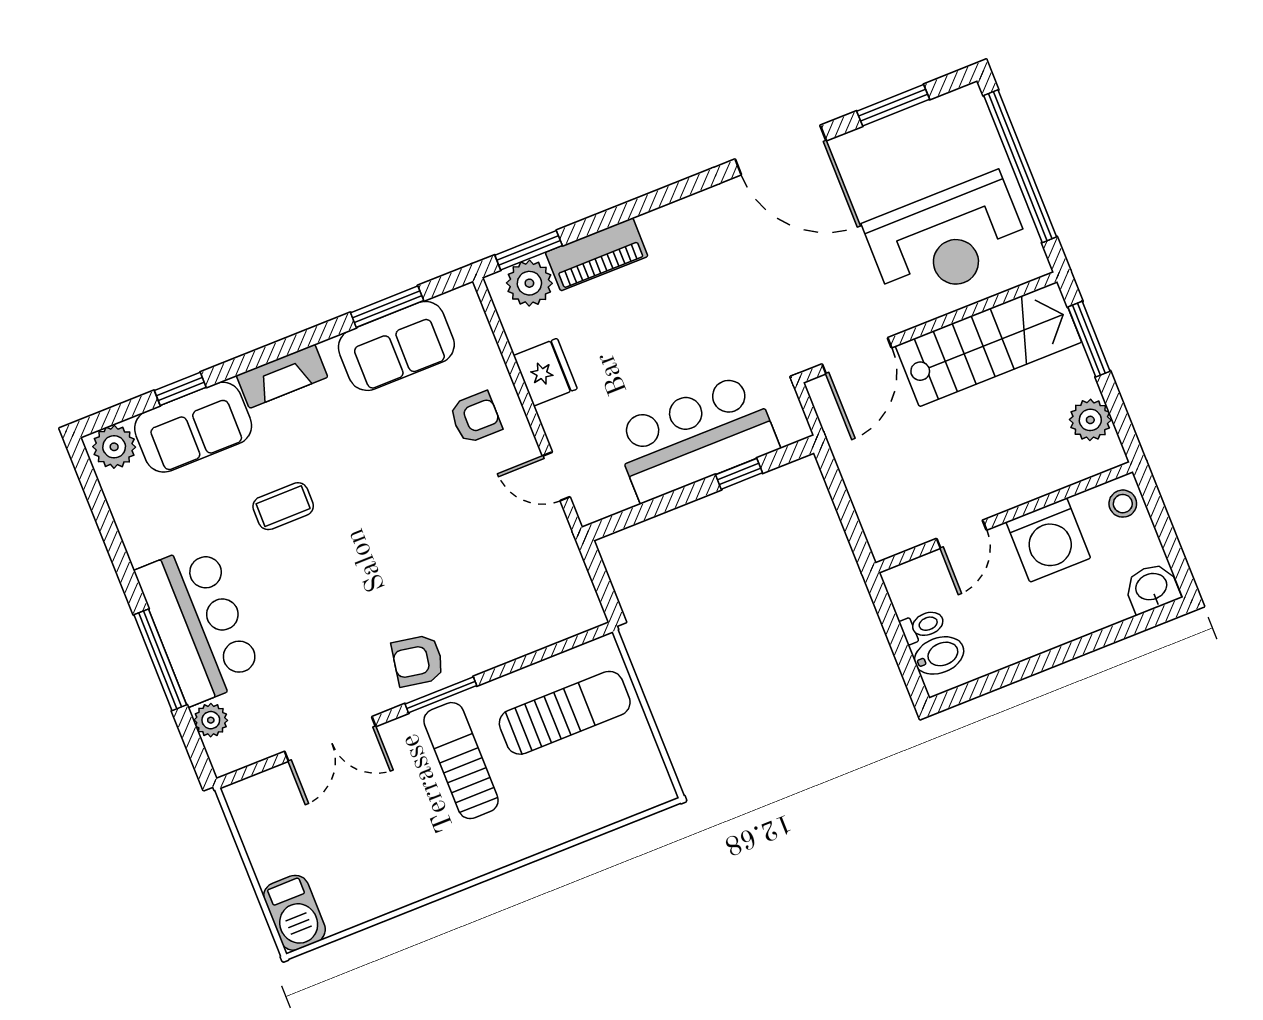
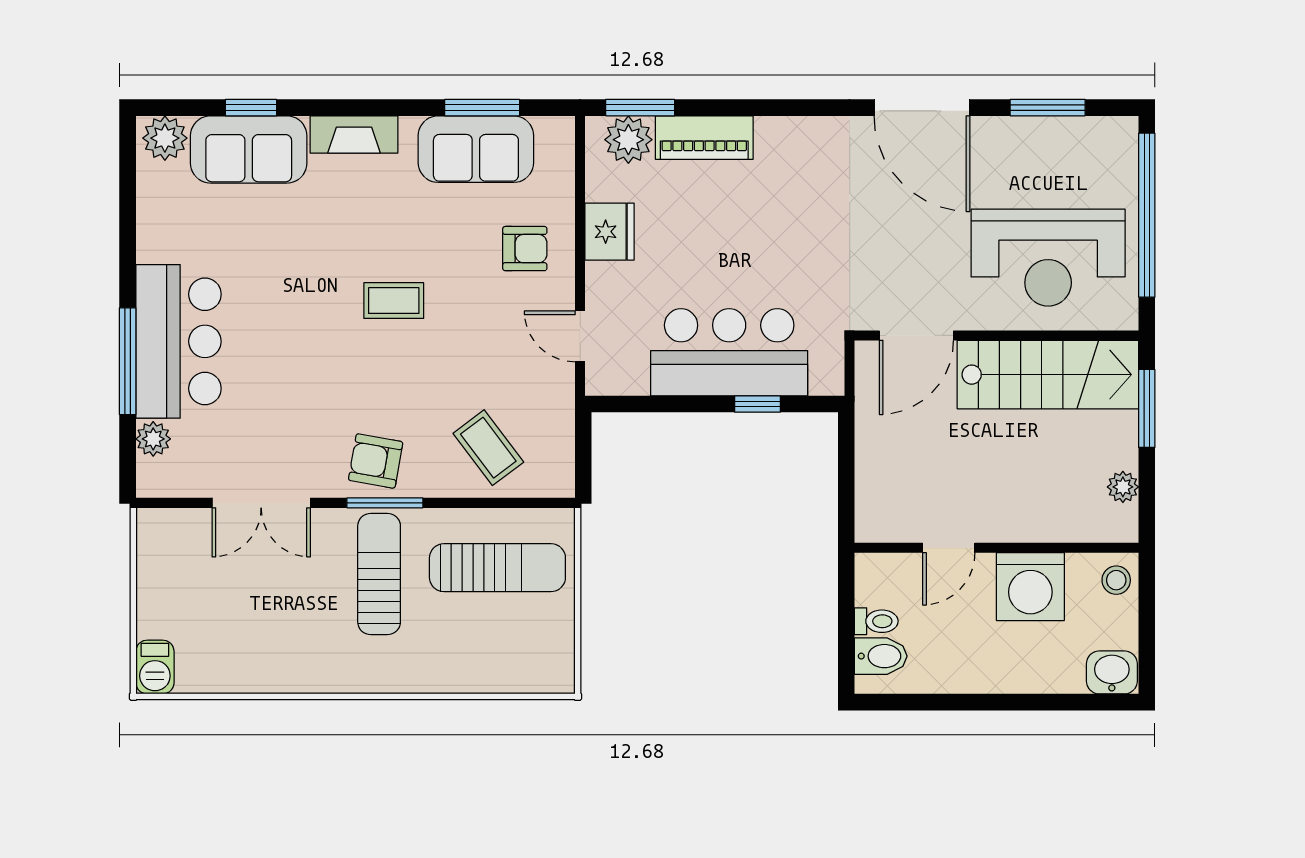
plant: (1090, 420) -> (1123, 487), width x0.73, depth x0.73
coffee table: (283, 506) -> (394, 301), moved
coffee table: (514, 609) -> (488, 448), added
barbecue: (294, 913) -> (155, 667), width x0.73, depth x0.79

